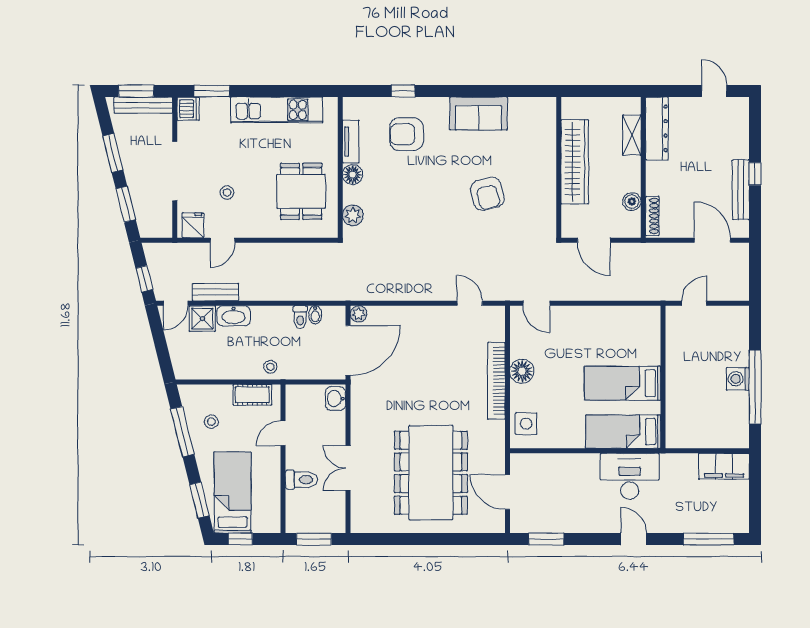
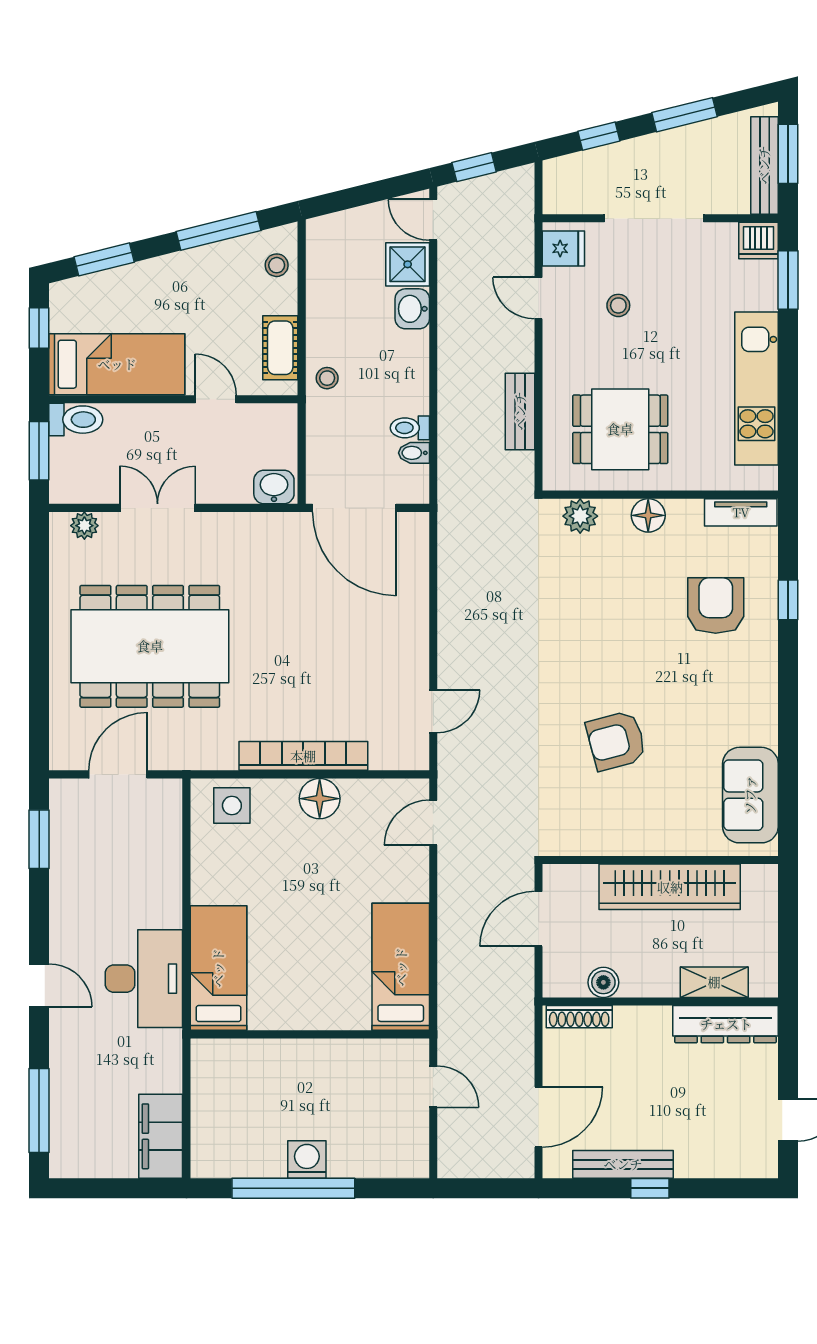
sofa: (478, 114) -> (750, 795), moved
tv unit: (351, 141) -> (741, 512), moved
window: (126, 204) -> (599, 136), width x0.67
bench: (216, 292) -> (520, 411), moved
plant: (359, 314) -> (84, 526), moved
washbasin: (234, 316) -> (412, 309), width x0.72
bed: (623, 383) -> (401, 967), moved
stool: (211, 422) -> (277, 265), moved
toilet: (302, 480) -> (76, 420), moved, turned -90
bed: (233, 493) -> (117, 364), moved
door: (634, 539) -> (39, 985), hinge flipped

